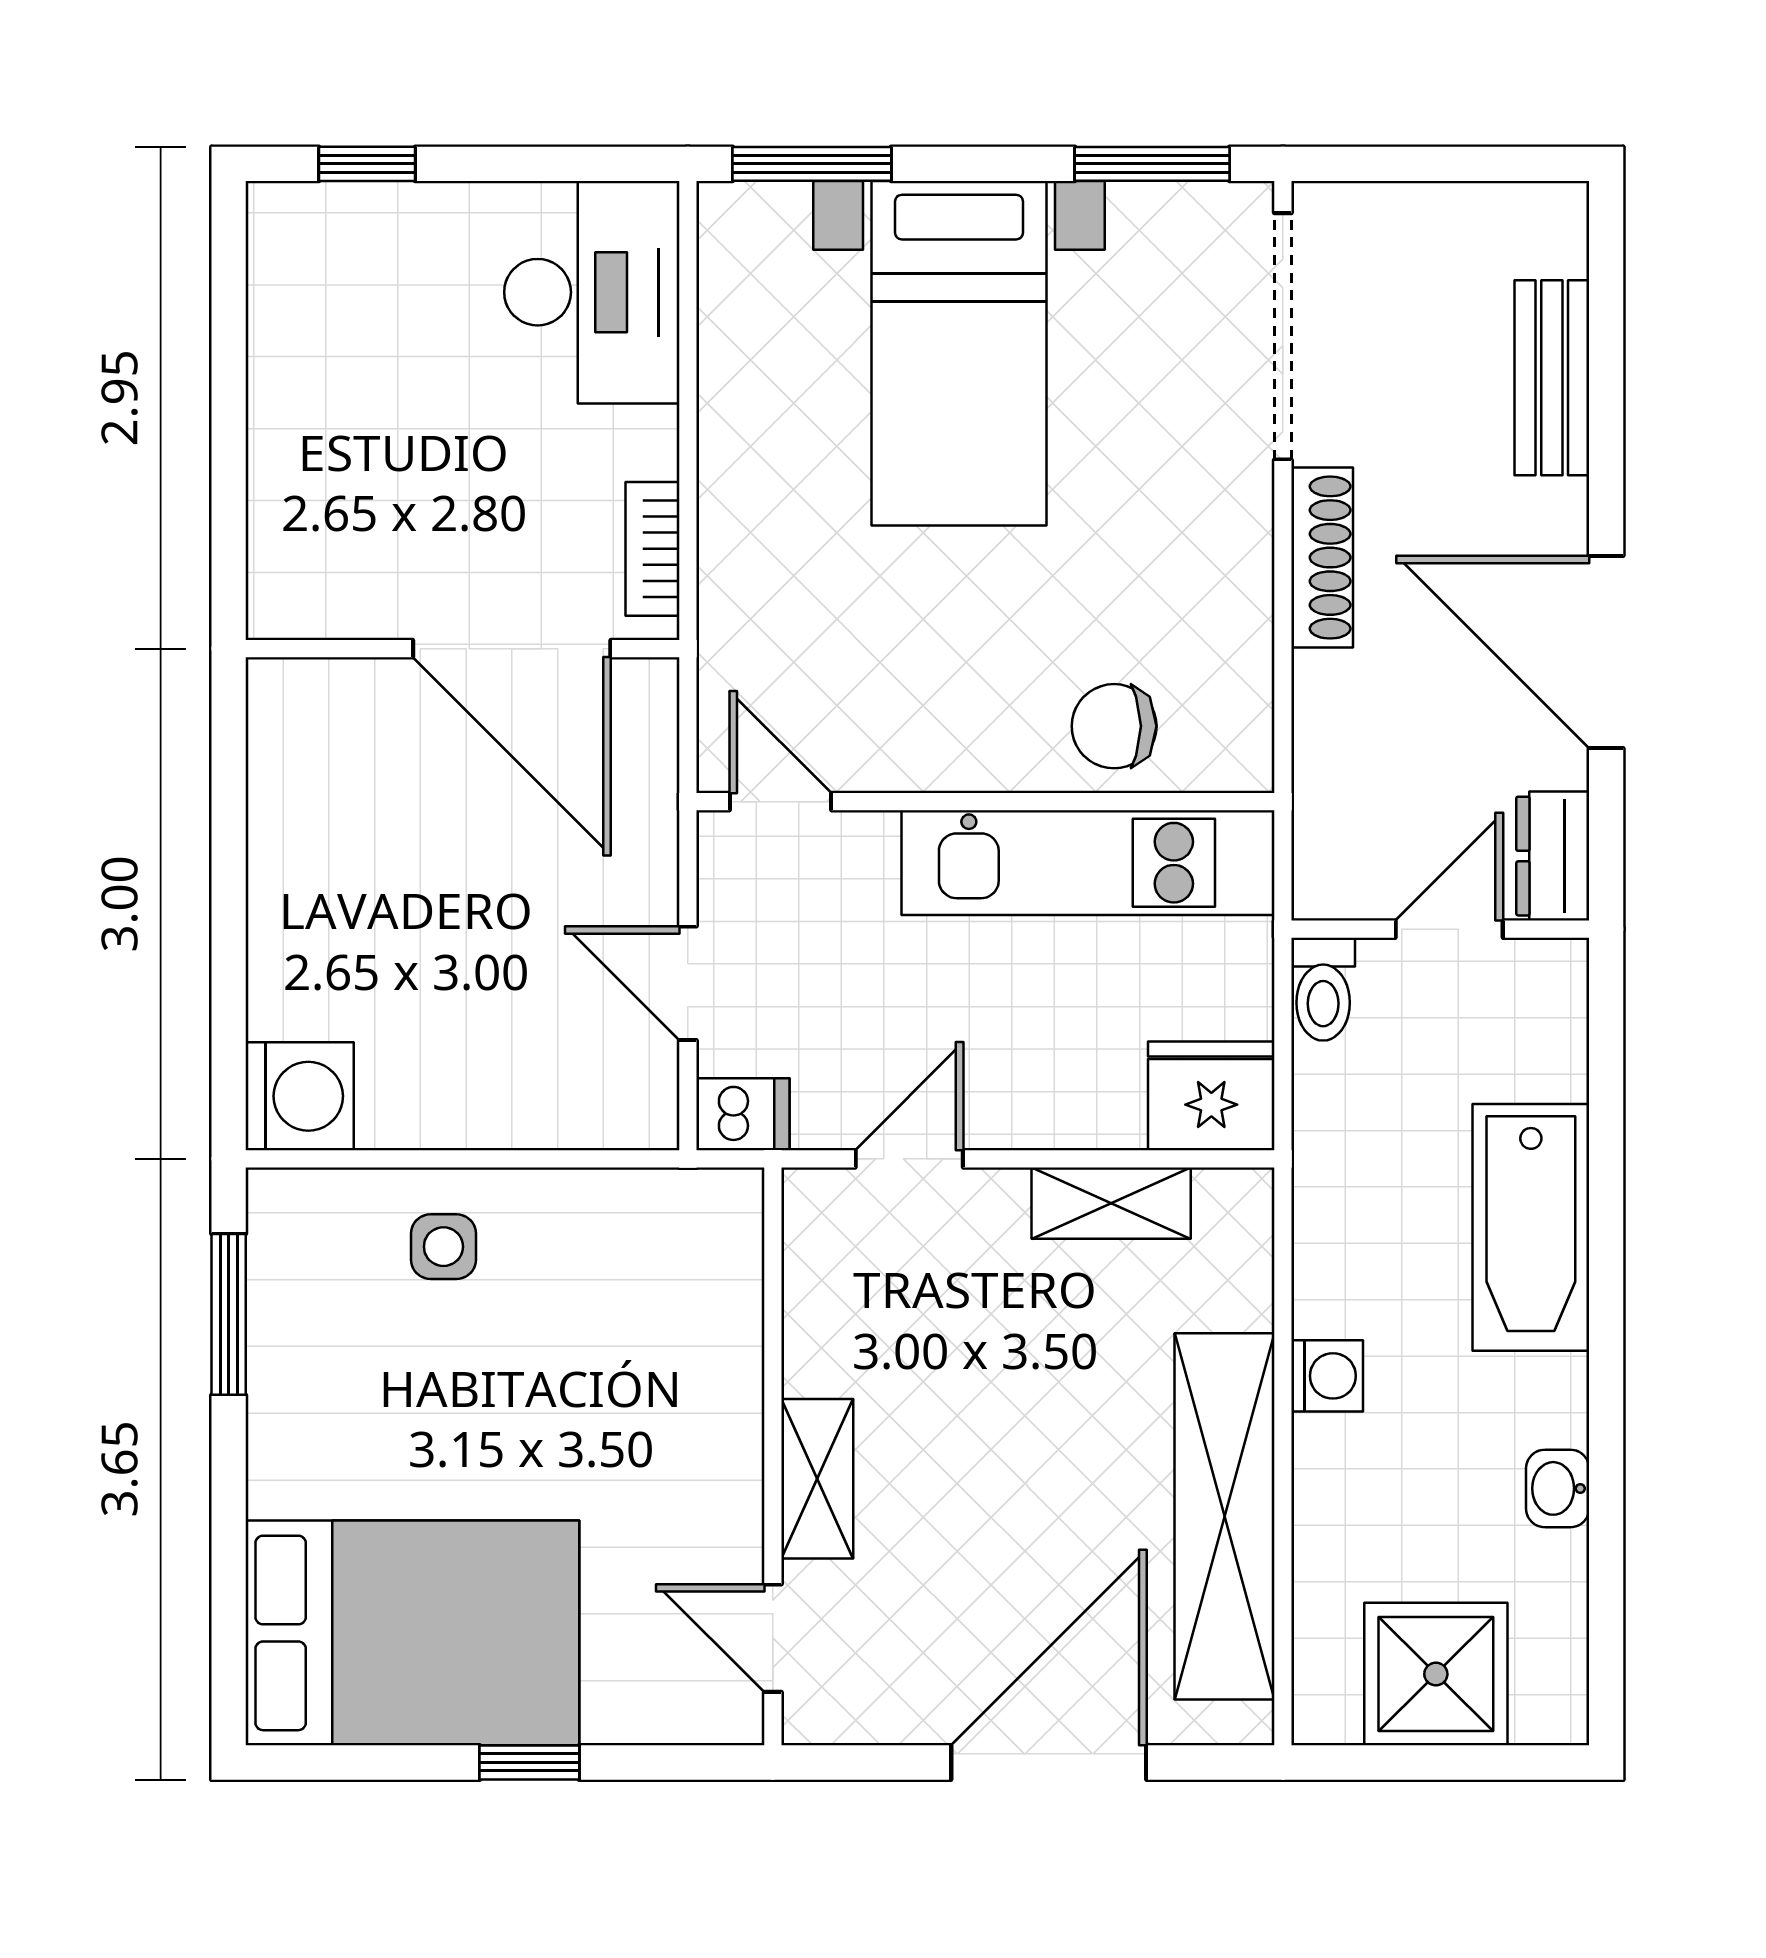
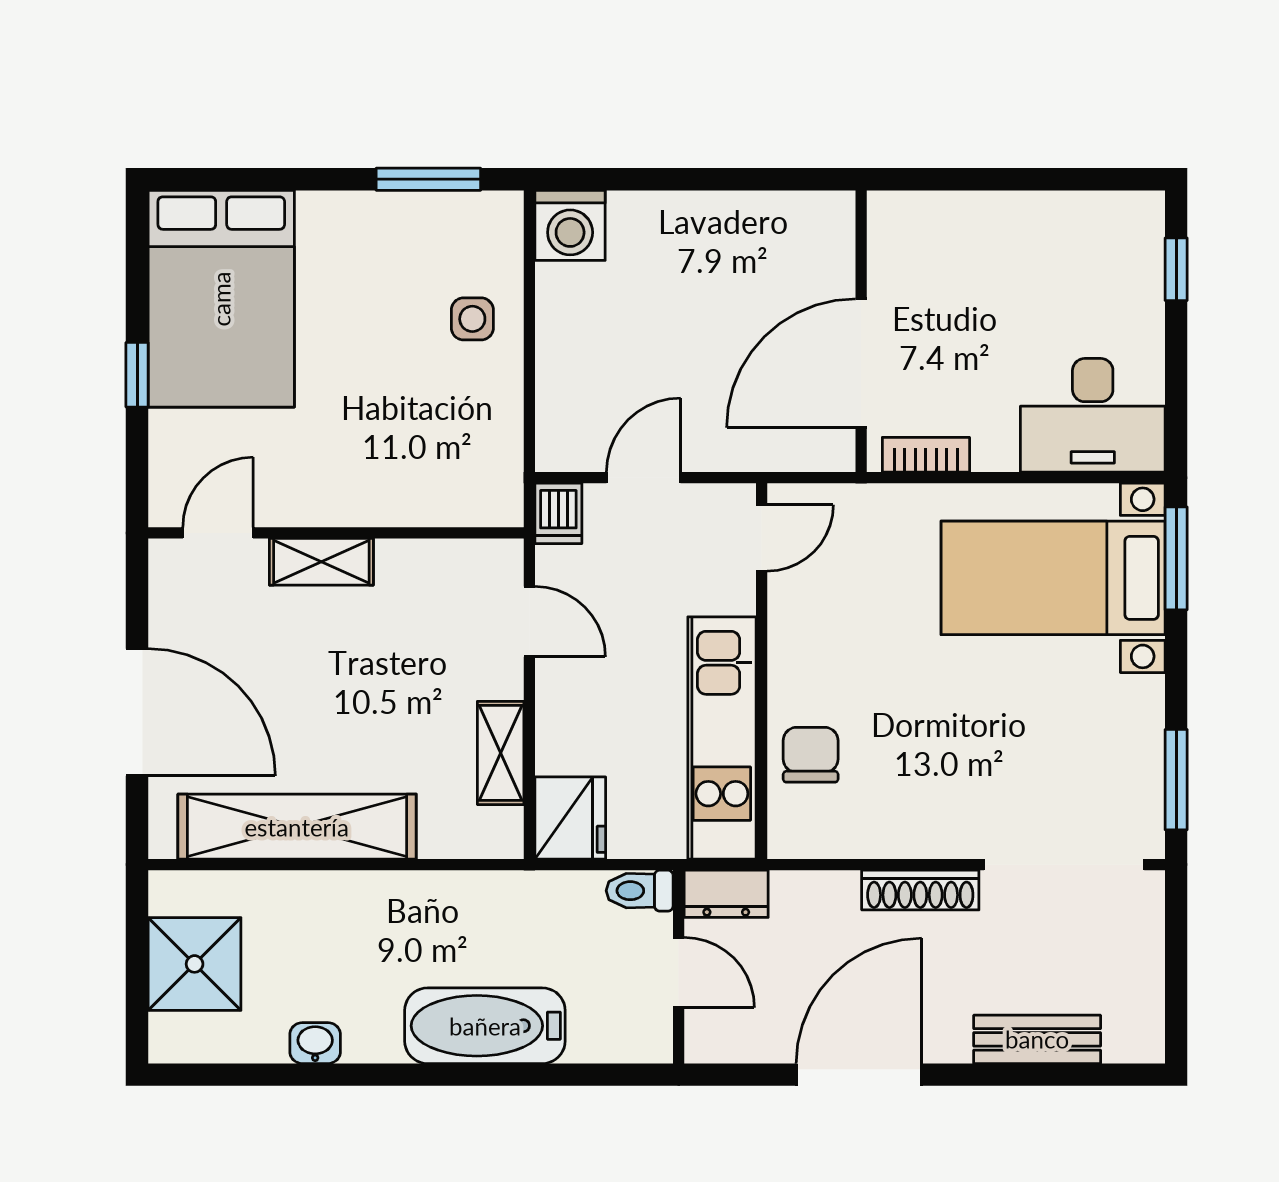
bed with nightstands: (959, 353) -> (1053, 578), moved
dresser: (1553, 856) -> (726, 894), moved, turned 180
washing machine: (1327, 1376) -> (388, 893), removed

